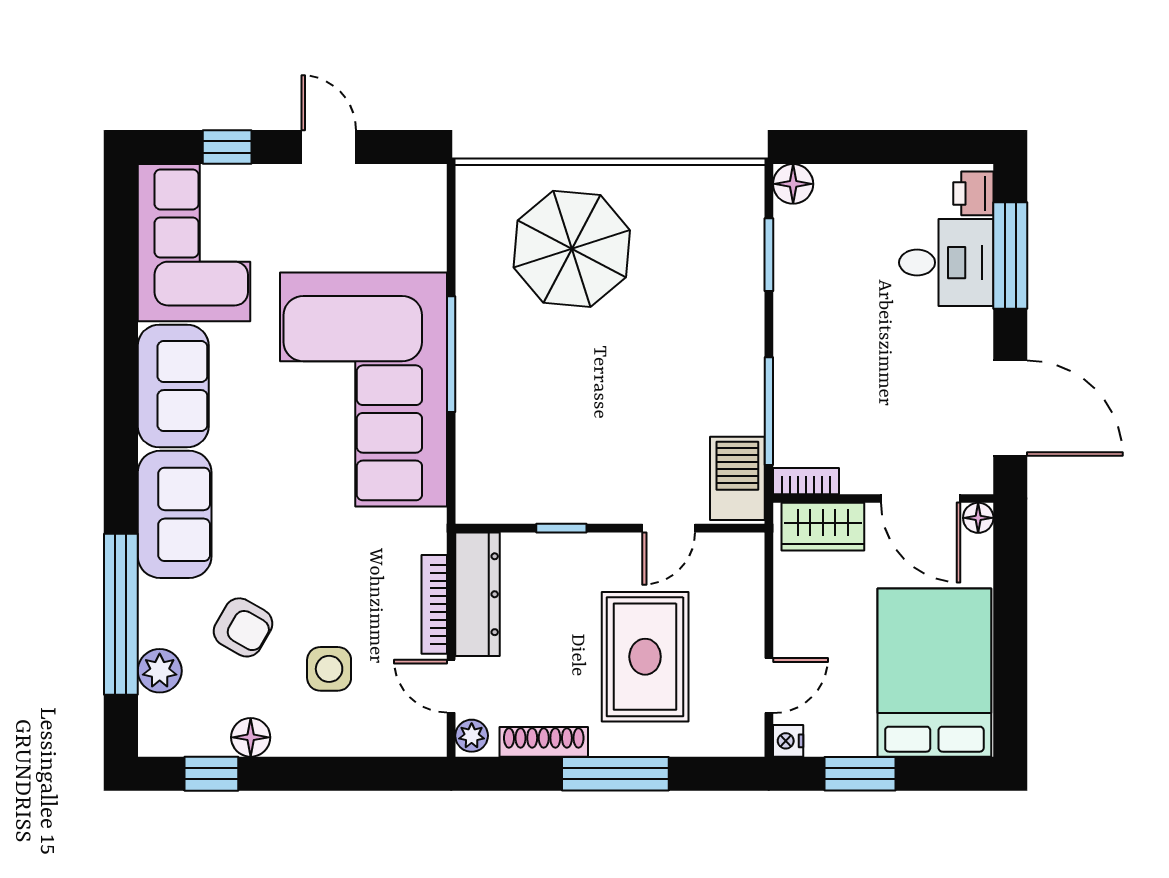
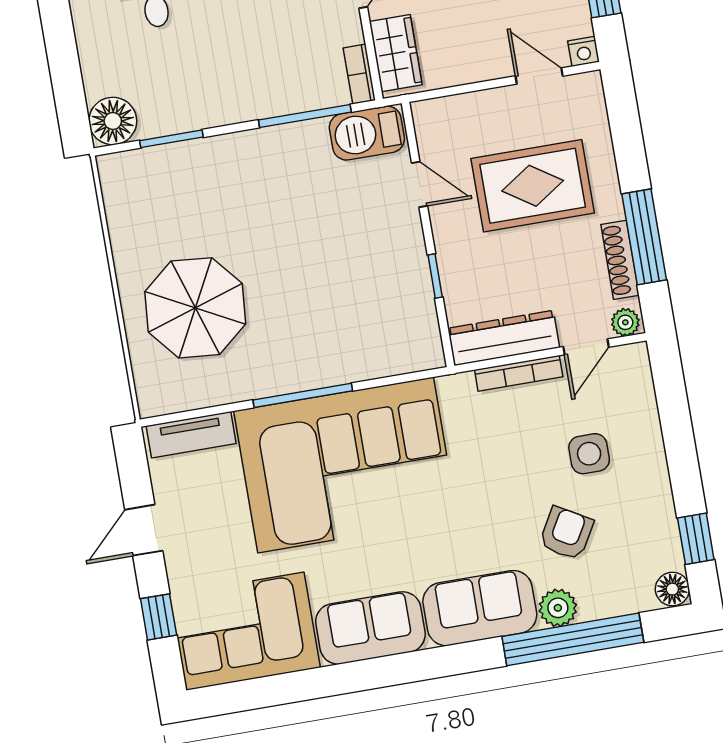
floor lamp: (793, 184) -> (113, 121), width x1.38, depth x1.38
tv unit: (428, 220) -> (191, 435), added
plant: (160, 671) -> (558, 608), moved
floor lamp: (251, 737) -> (672, 589), moved
window: (615, 774) -> (644, 237), moved

